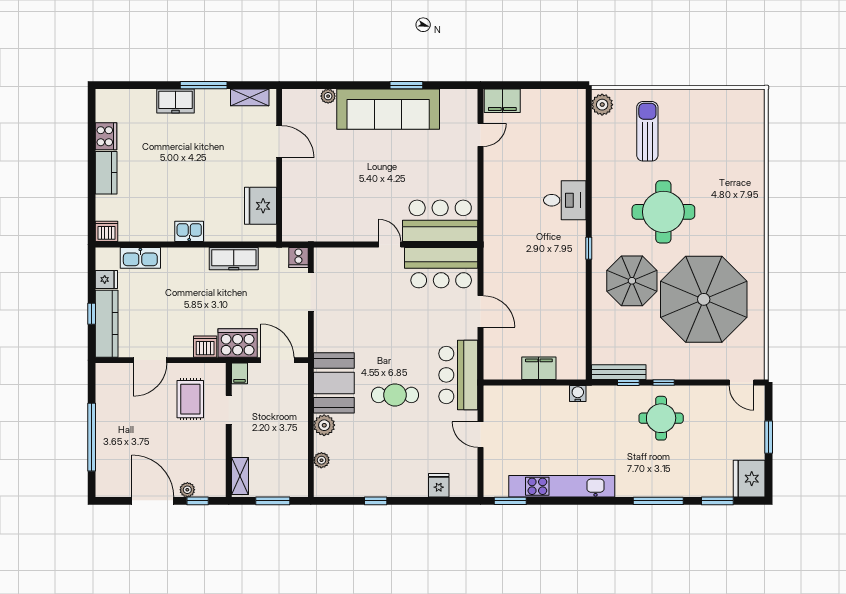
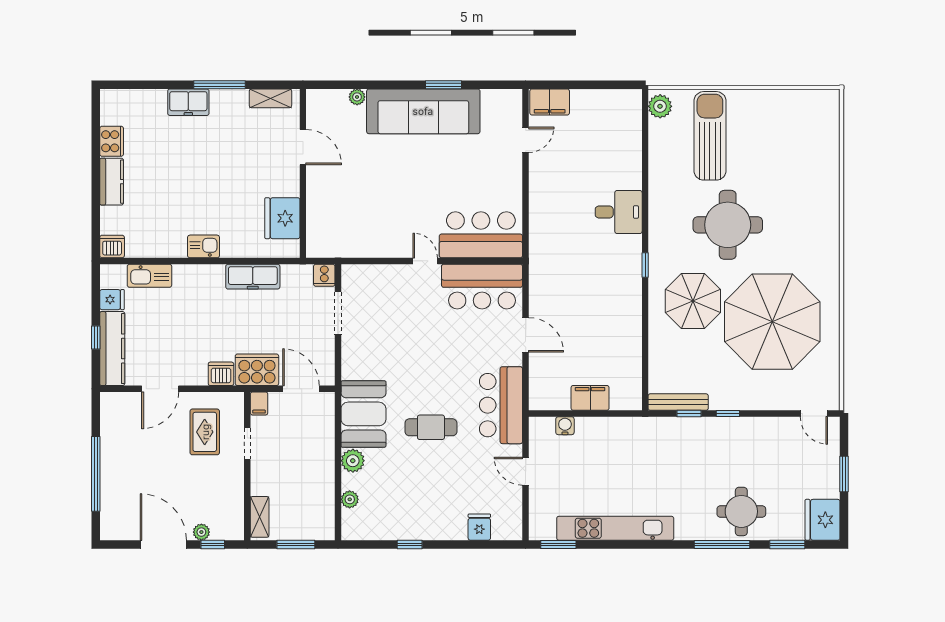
sun lounger: (647, 131) -> (710, 136), width x1.36, depth x1.34
water cooler: (578, 394) -> (565, 426), moved
round table: (661, 418) -> (741, 511), moved

